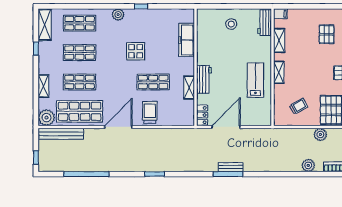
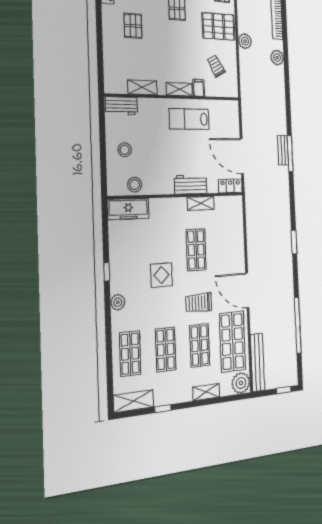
filing cabinet: (280, 14) -> (199, 88), moved
stool: (205, 31) -> (135, 185), added
pallet: (327, 34) -> (133, 26), turned 90
freezer: (187, 40) -> (128, 209), moved
trolley: (150, 112) -> (199, 303), moved

